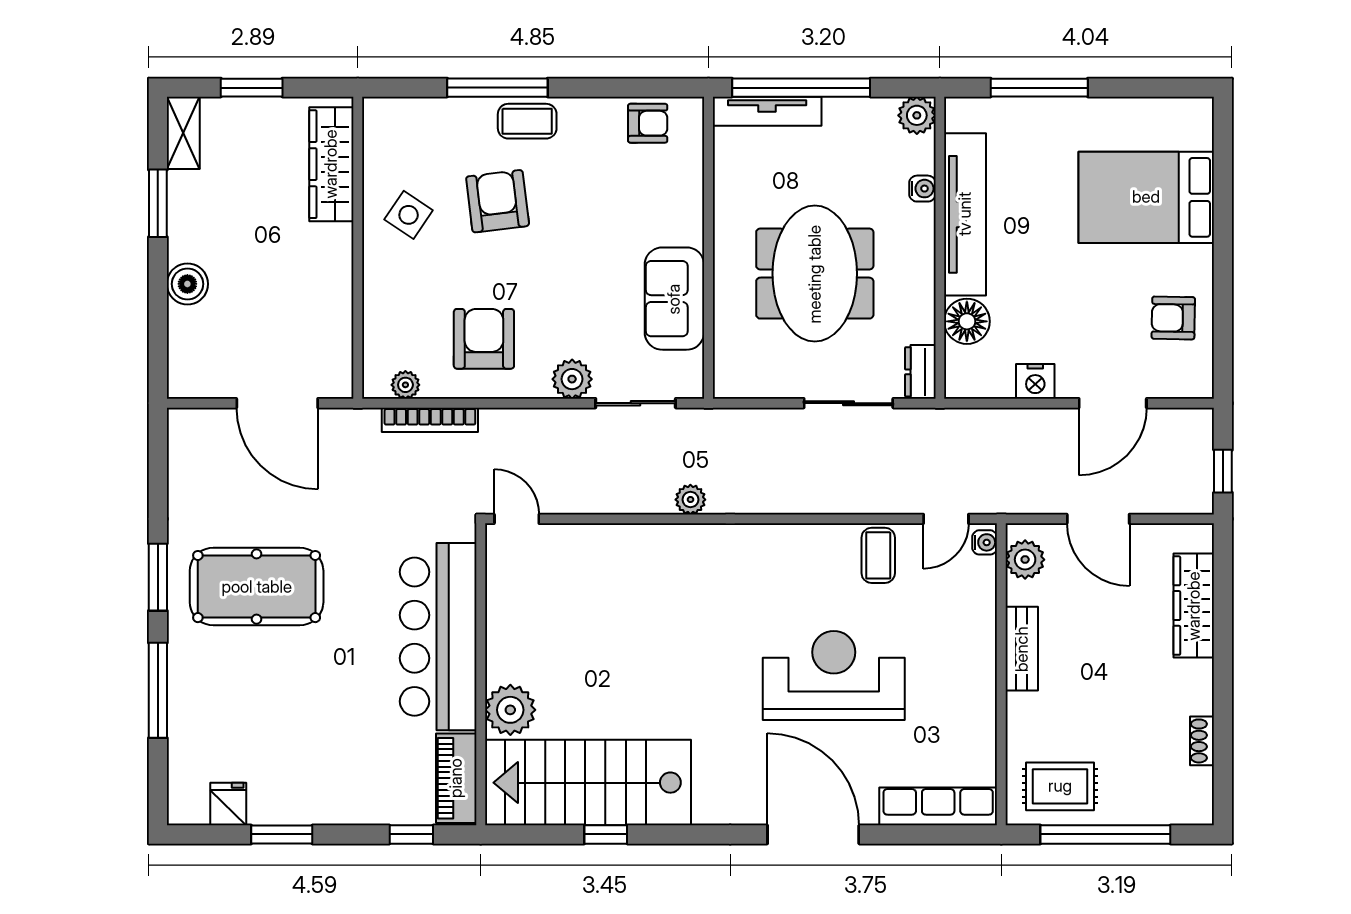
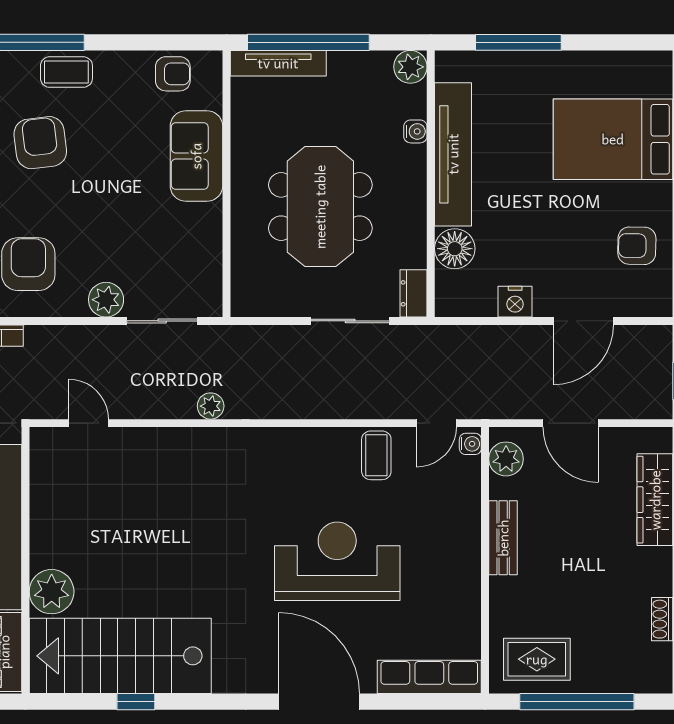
sofa: (674, 299) -> (196, 156), moved
door: (517, 519) -> (89, 423), moved

